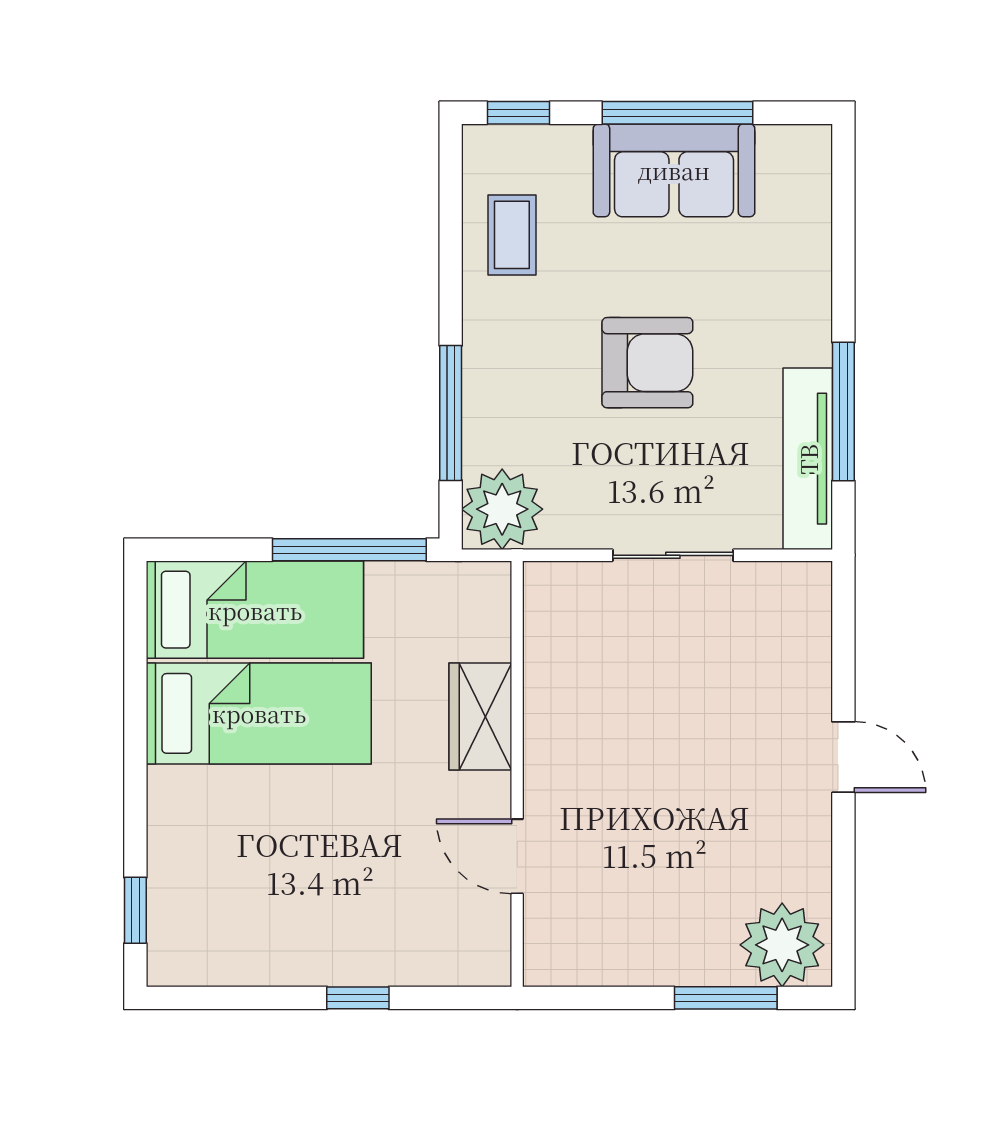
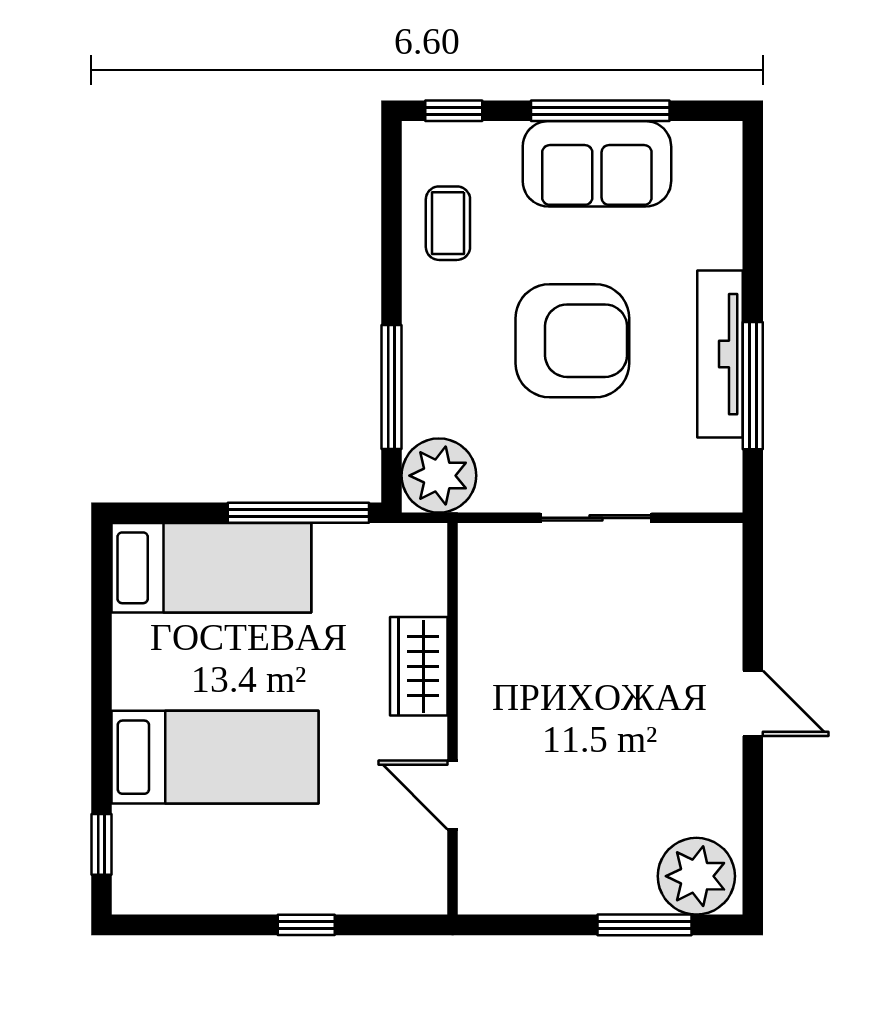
armchair: (647, 363) -> (572, 341), width x1.36, depth x1.36
tv unit: (808, 459) -> (720, 354), moved
bed: (259, 713) -> (215, 757), moved

